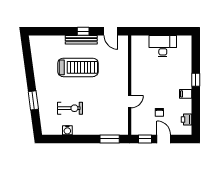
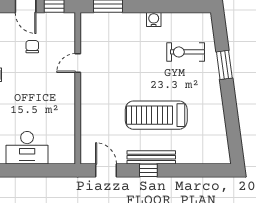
exercise bike: (70, 108) -> (186, 52), moved
water cooler: (67, 130) -> (154, 20), moved

